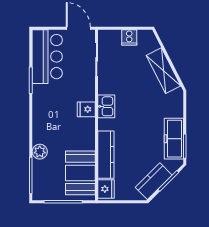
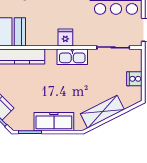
kitchen sink: (106, 106) -> (72, 57), width x1.38
freezer: (174, 139) -> (54, 122), moved

